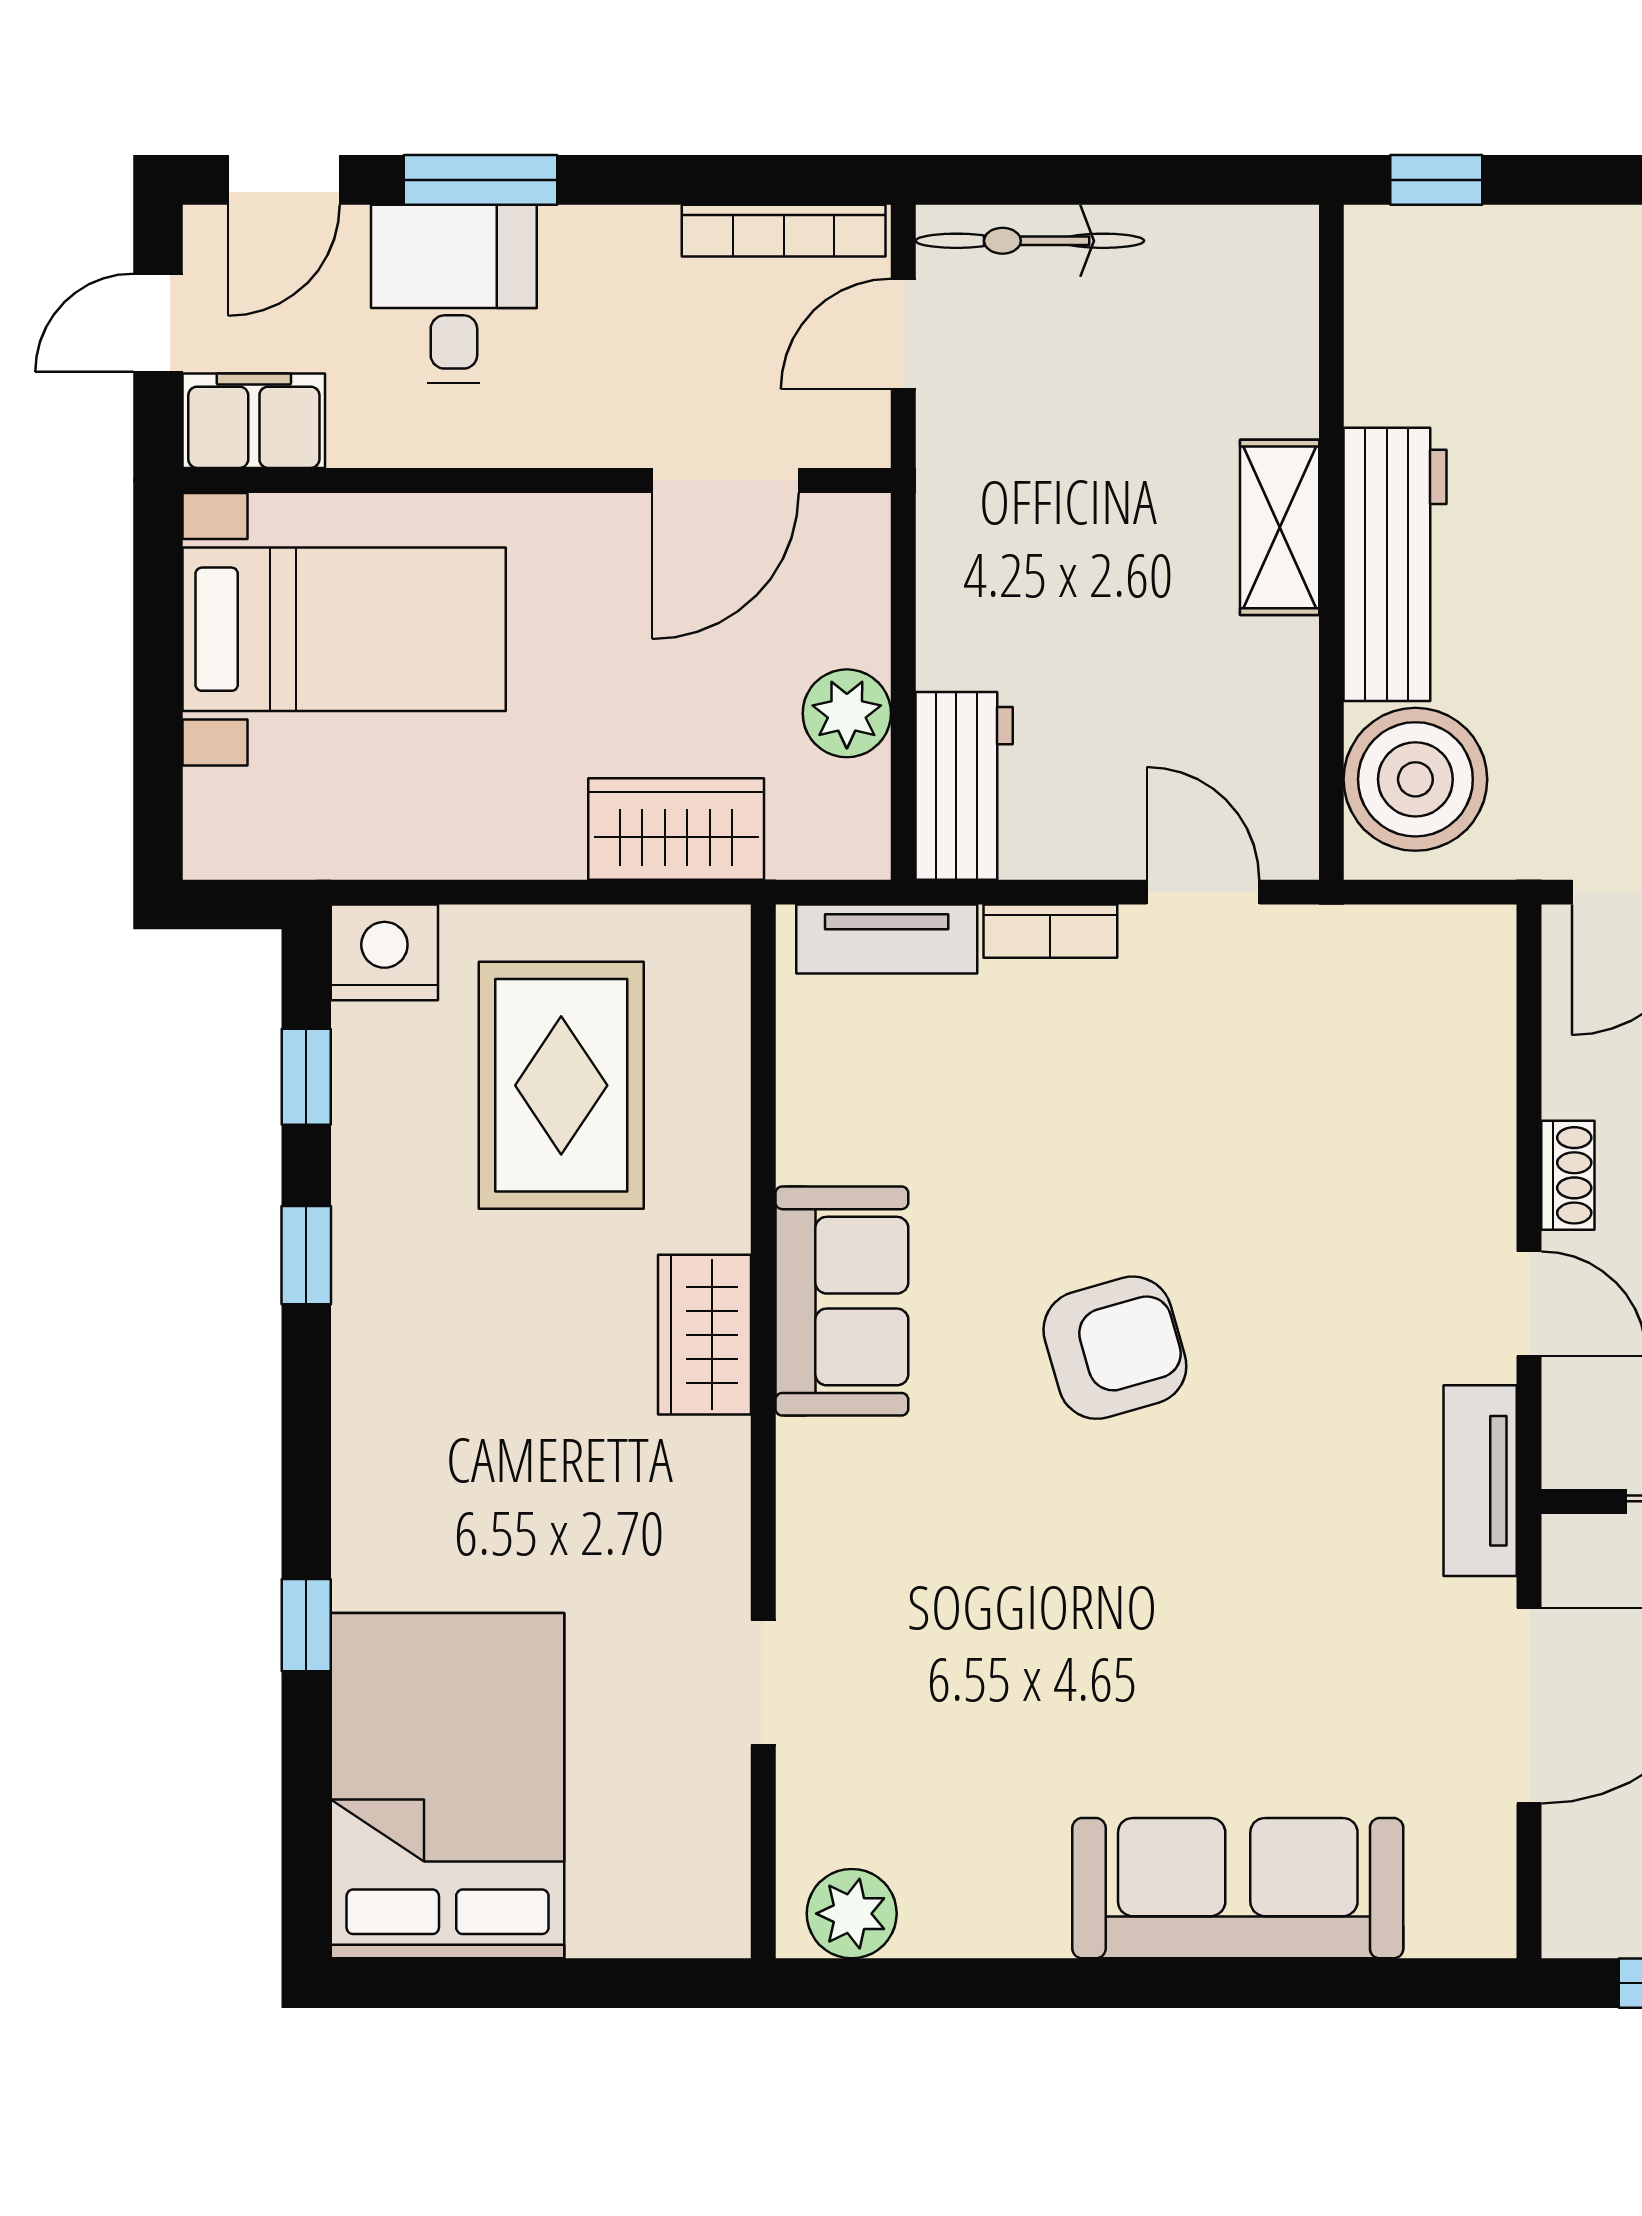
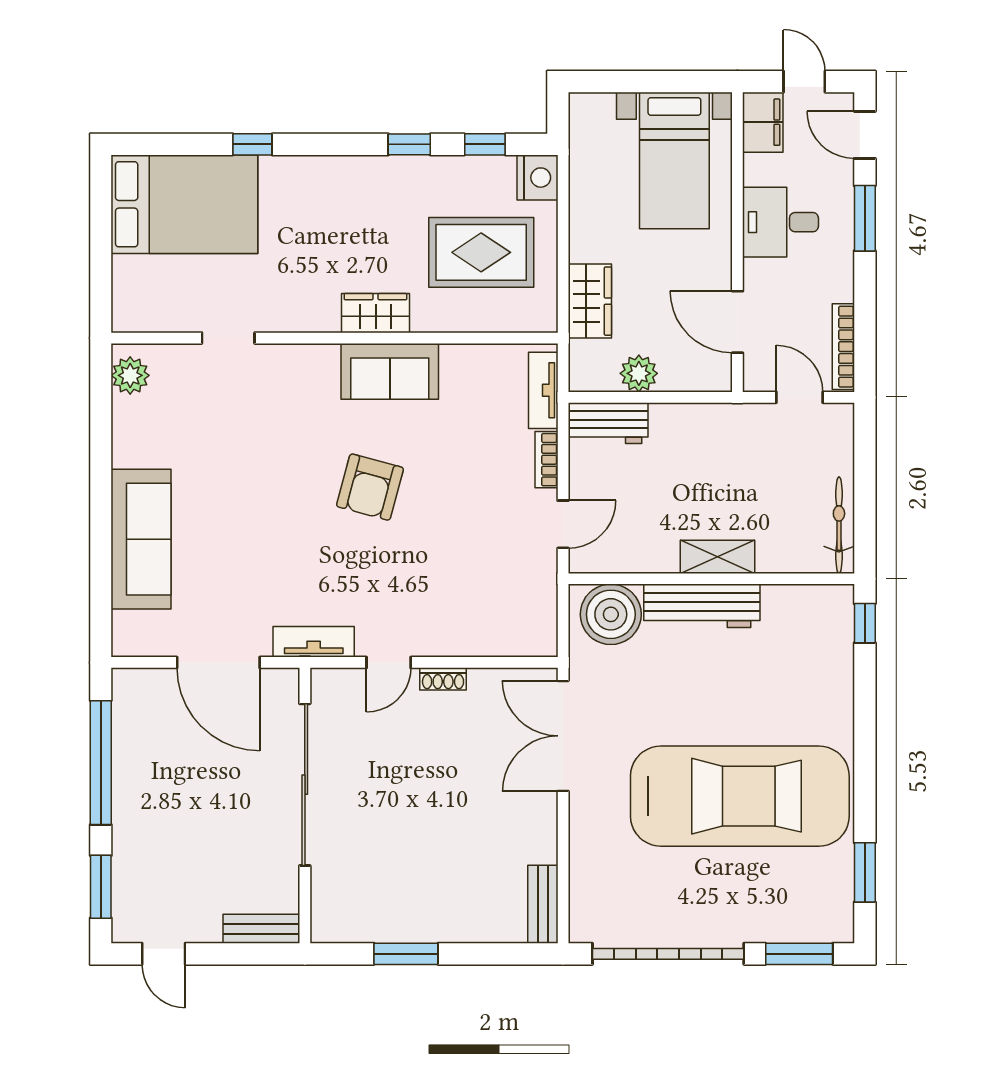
bicycle: (1030, 241) -> (839, 525), moved
desk: (454, 294) -> (780, 222), moved, turned 180
armchair: (1115, 1348) -> (370, 487), turned 31

